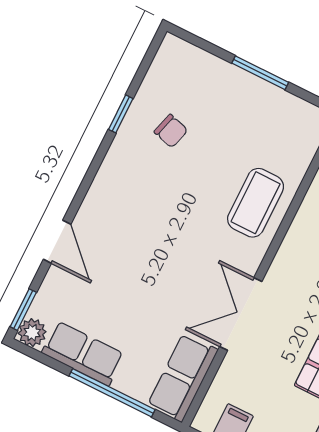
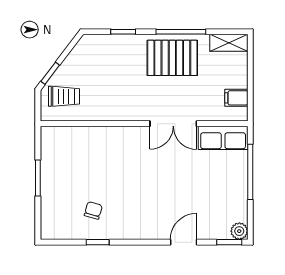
coffee table: (256, 203) -> (109, 146), removed
row of seats: (83, 353) -> (237, 198), removed

